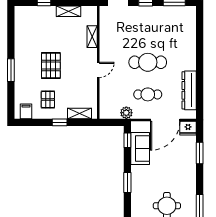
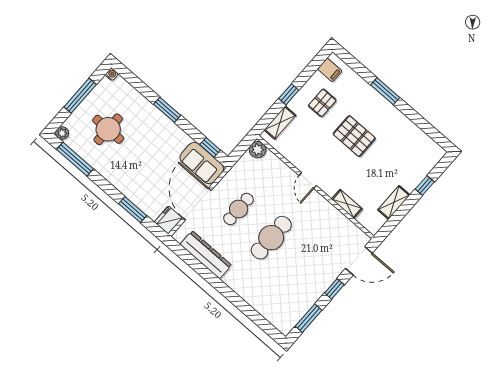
pallet: (48, 99) -> (322, 103), turned 90
plant: (126, 113) -> (258, 150), moved
sofa: (140, 149) -> (202, 163), moved

